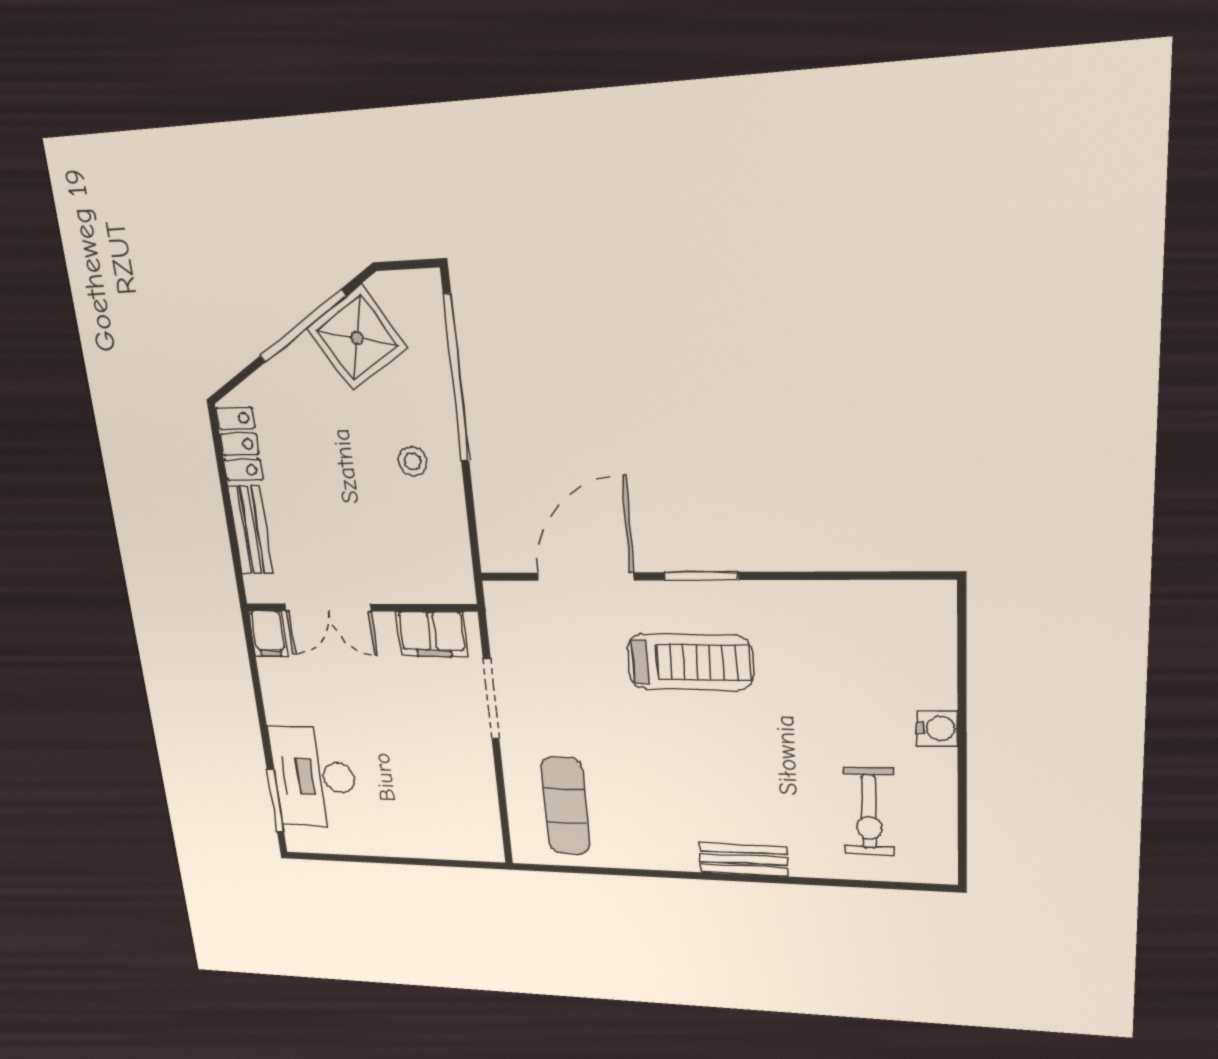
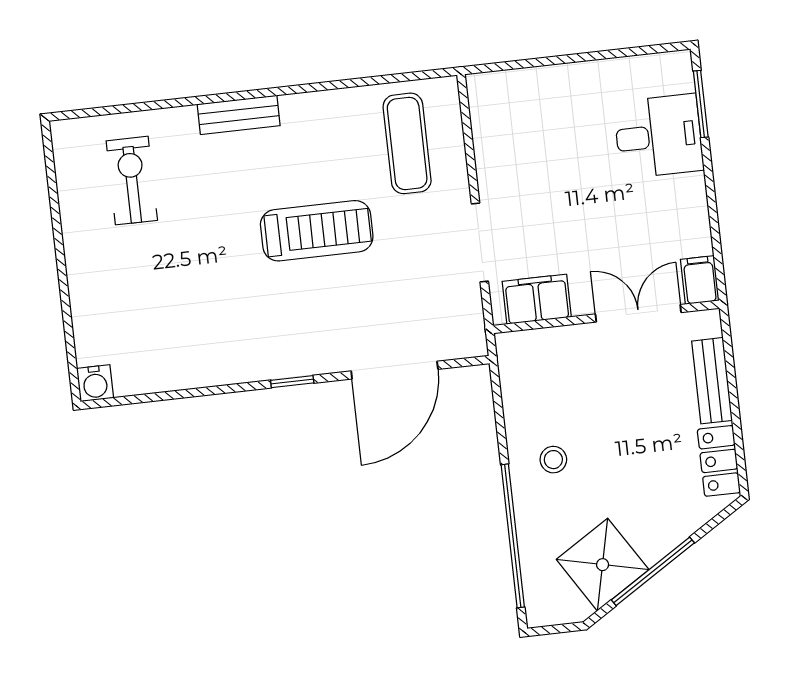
window: (701, 576) -> (292, 382), width x0.67
treadmill: (690, 662) -> (317, 231), moved, turned 180
water cooler: (937, 728) -> (95, 383), moved, turned -90
desk: (314, 777) -> (659, 136), width x0.73

